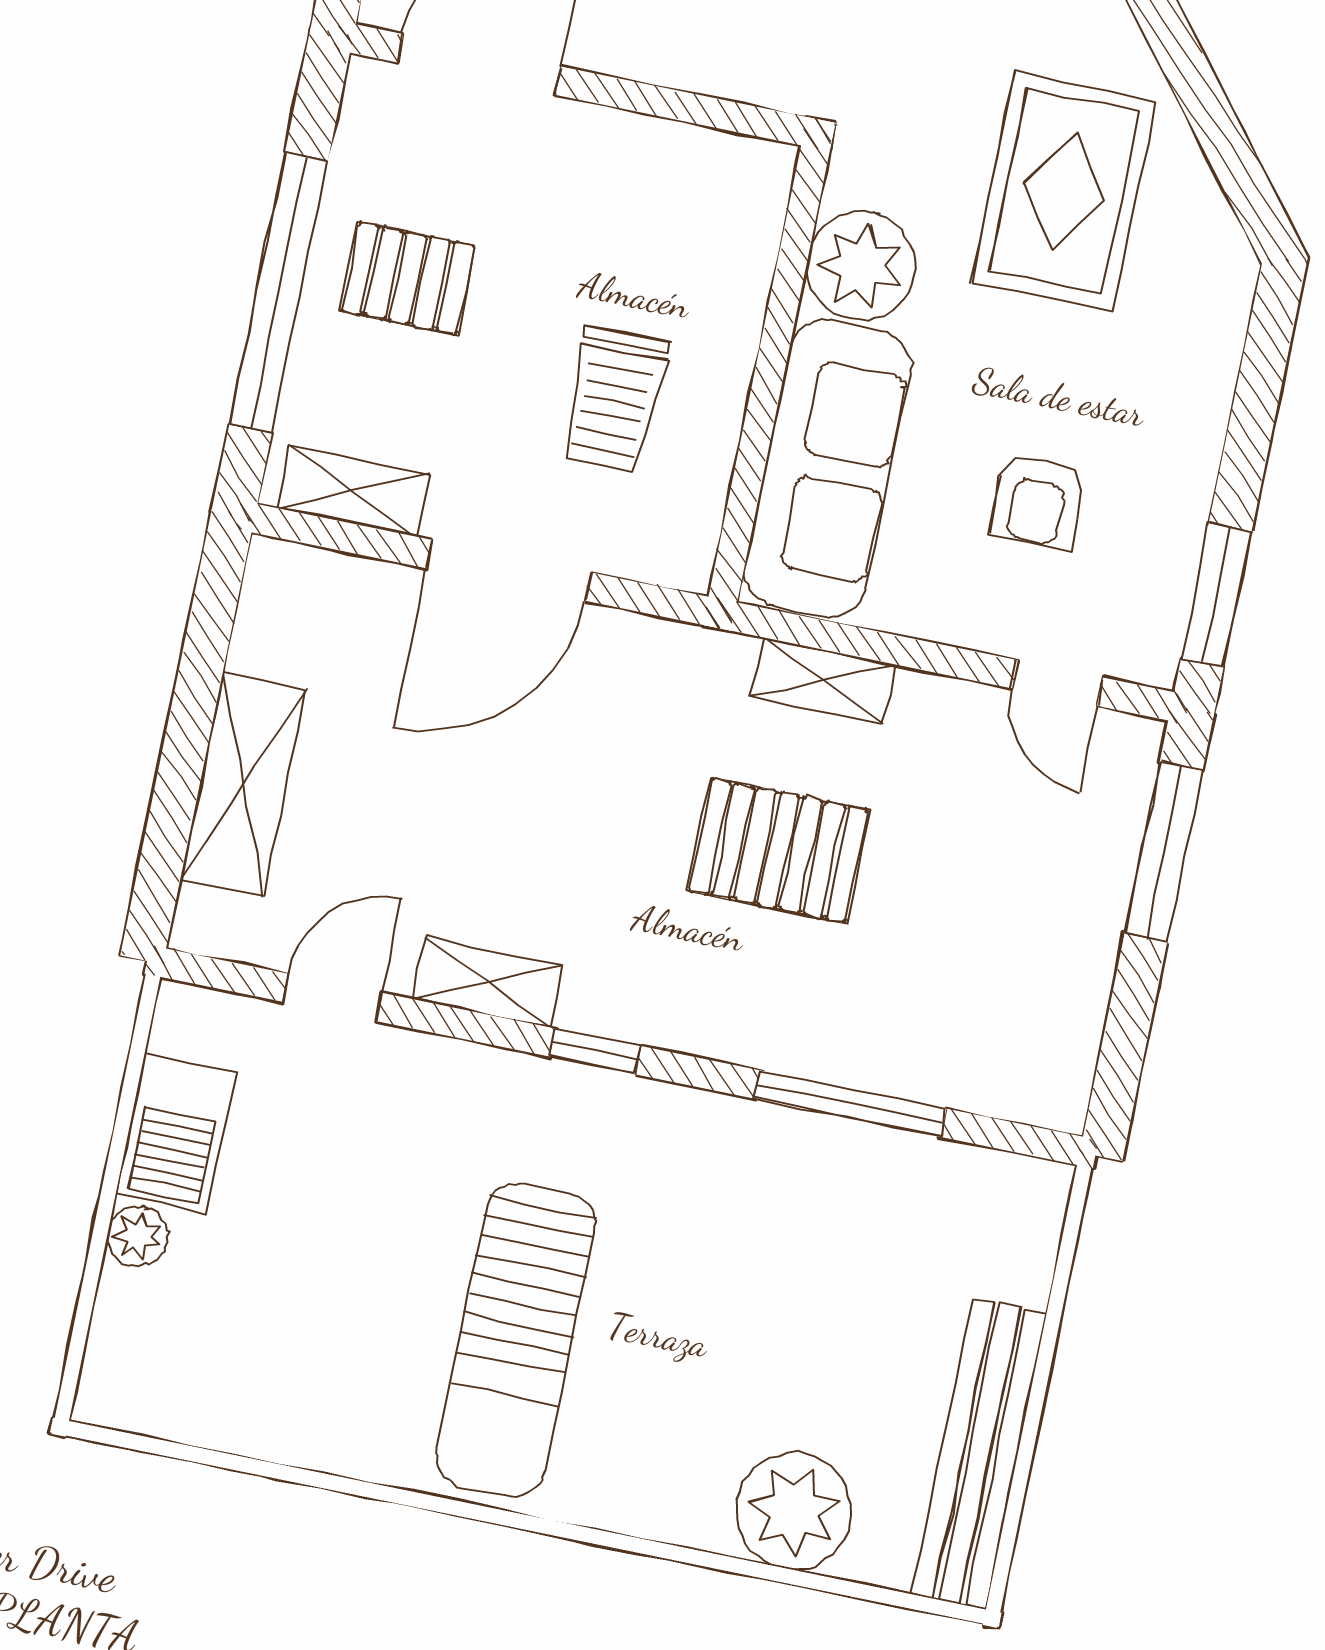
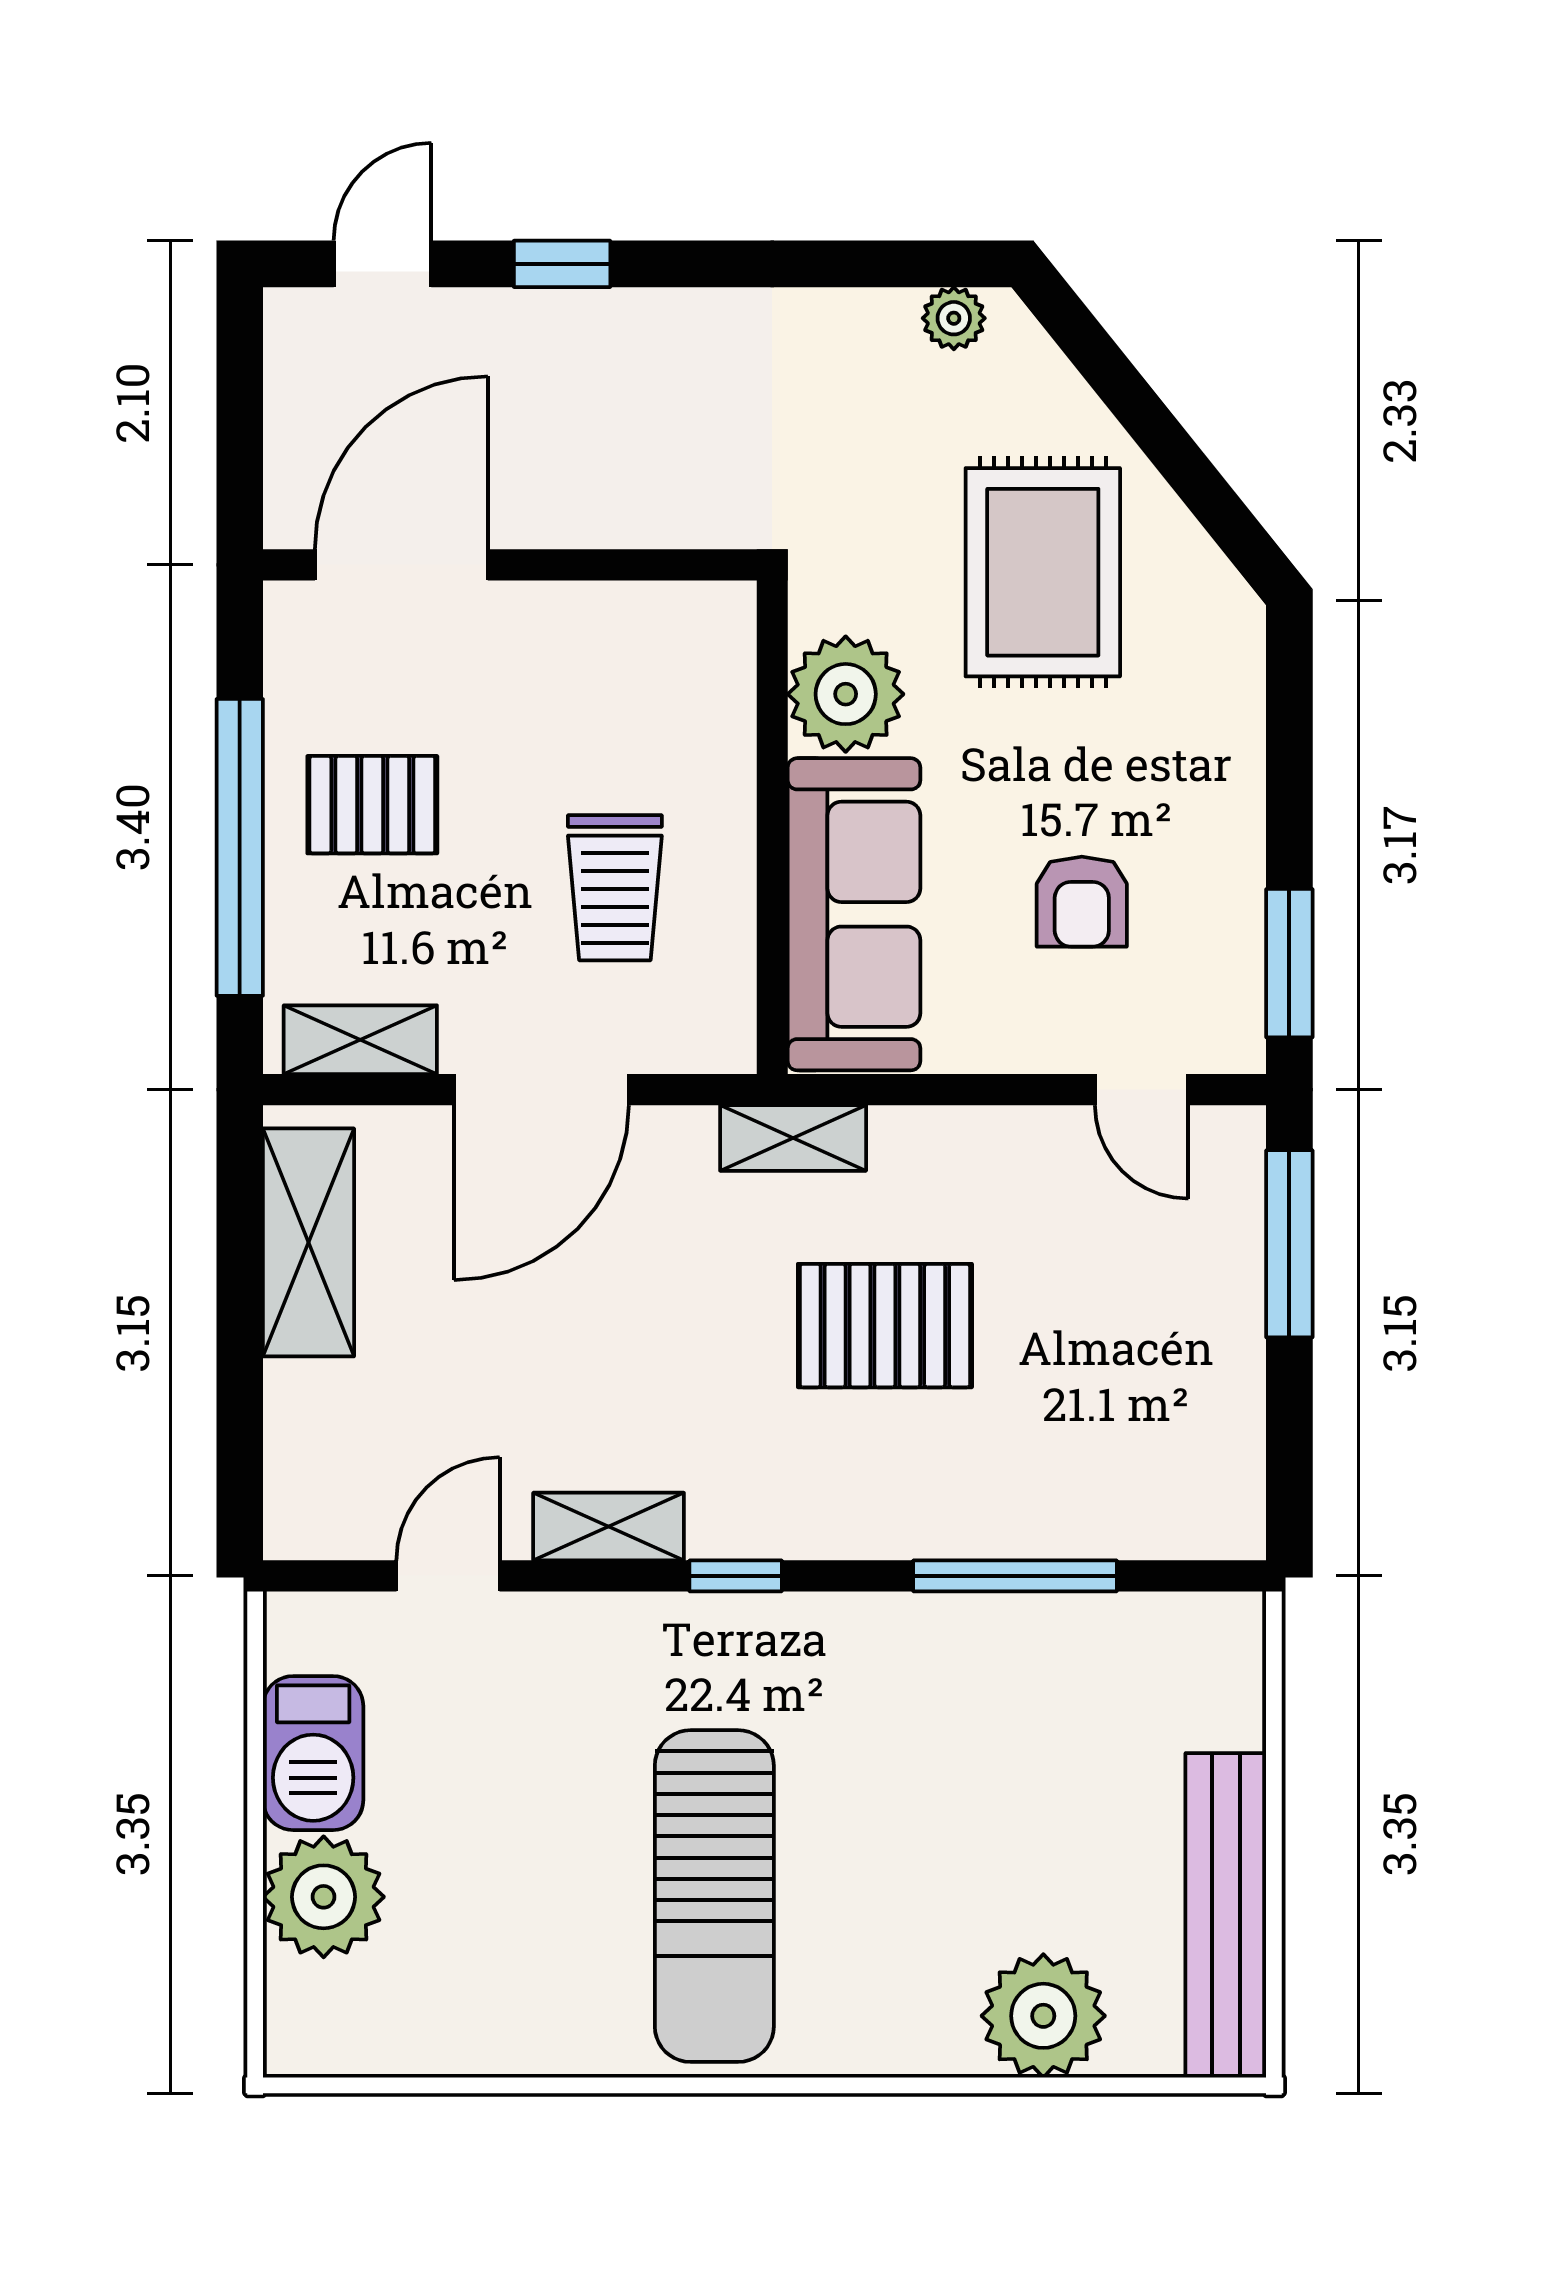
shelving: (823, 681) -> (793, 1138), moved
shelving: (243, 784) -> (308, 1242), moved
plant: (138, 1236) -> (324, 1897), width x1.88, depth x1.88

